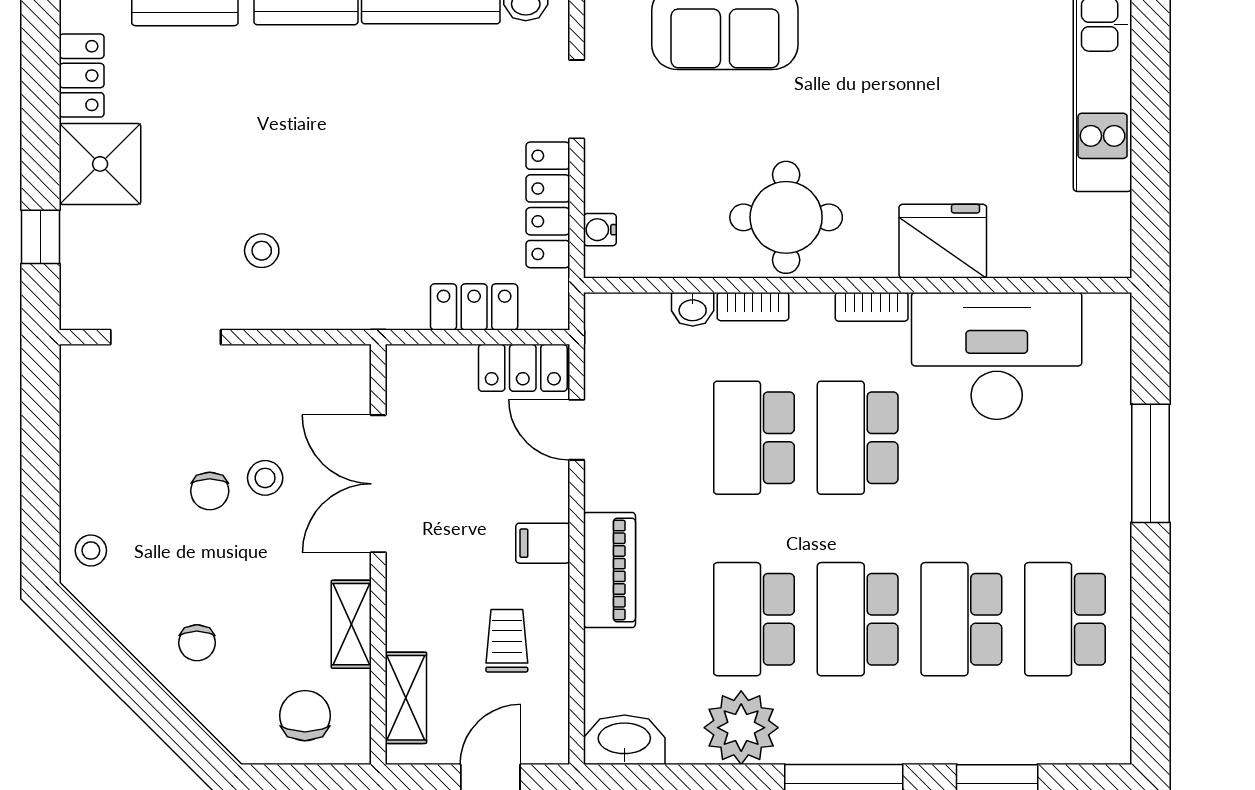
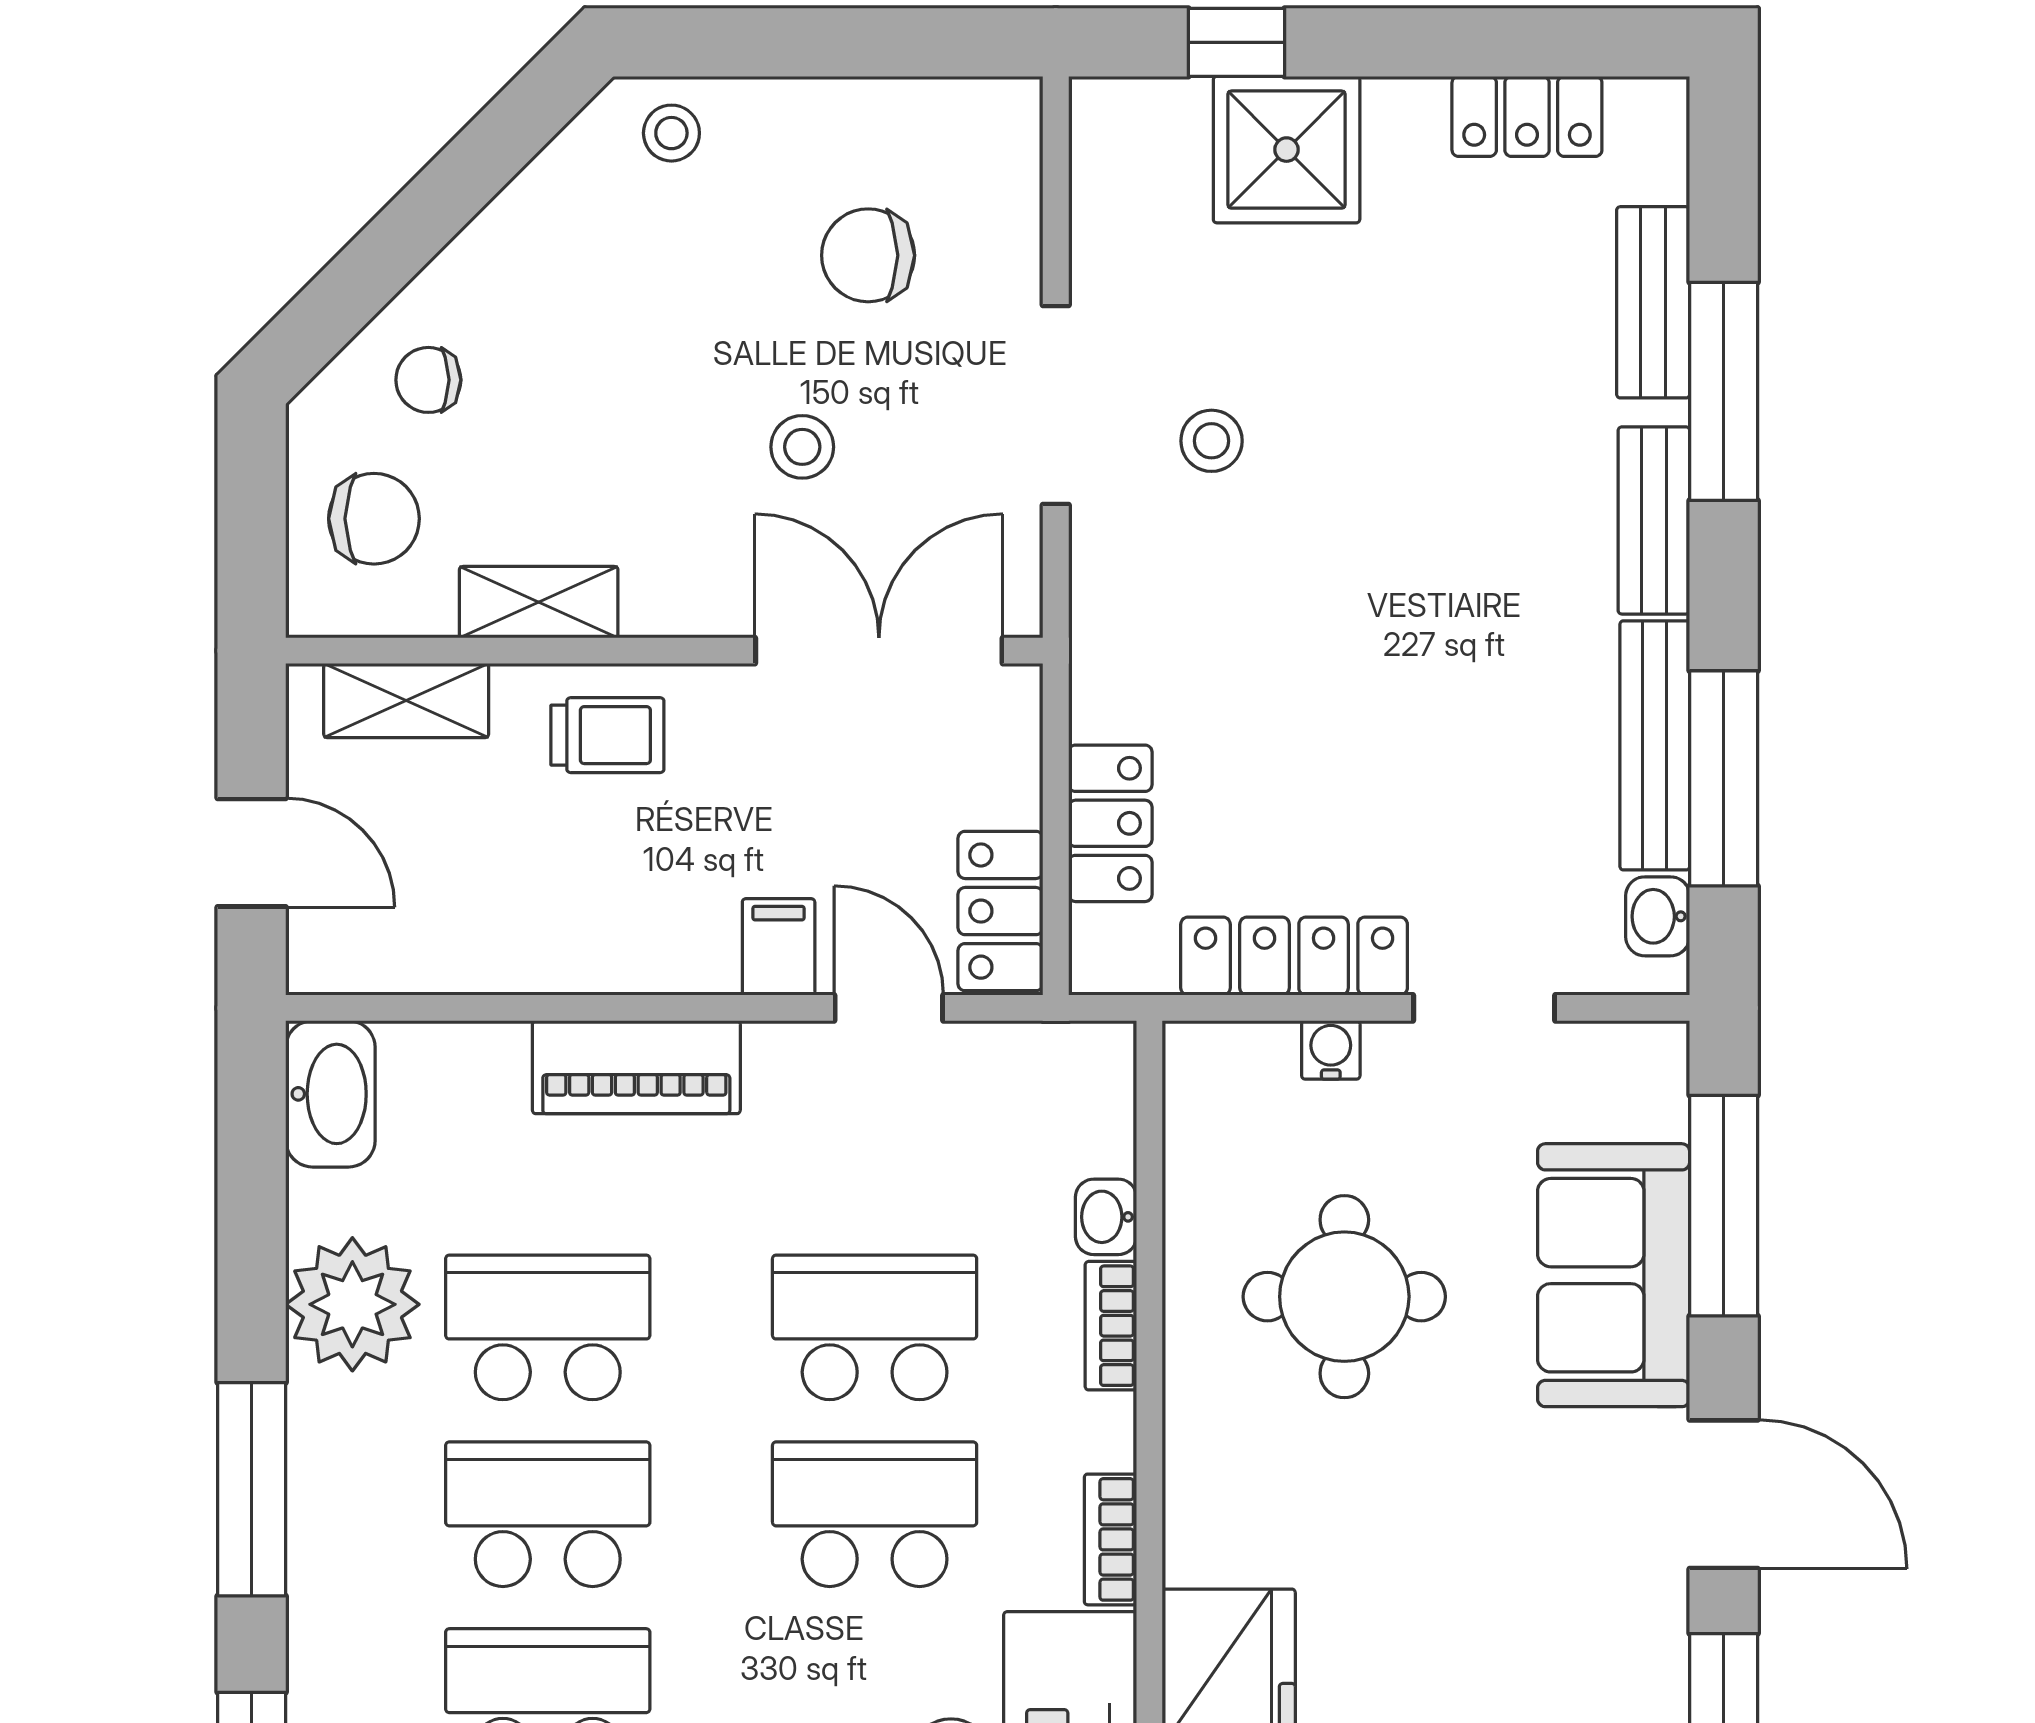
shower: (100, 164) -> (1287, 150), moved
round table: (786, 217) -> (1344, 1297), moved
water cooler: (600, 230) -> (1331, 1050), moved
doorway: (166, 337) -> (1056, 405), moved
door: (577, 430) -> (889, 1008), hinge flipped
double door: (378, 484) -> (879, 651), moved
chair: (210, 491) -> (868, 255), moved, width x1.37, depth x1.37
filing cabinet: (543, 543) -> (779, 947), moved
trolley: (507, 641) -> (607, 735), moved
chair: (197, 643) -> (428, 380), moved

